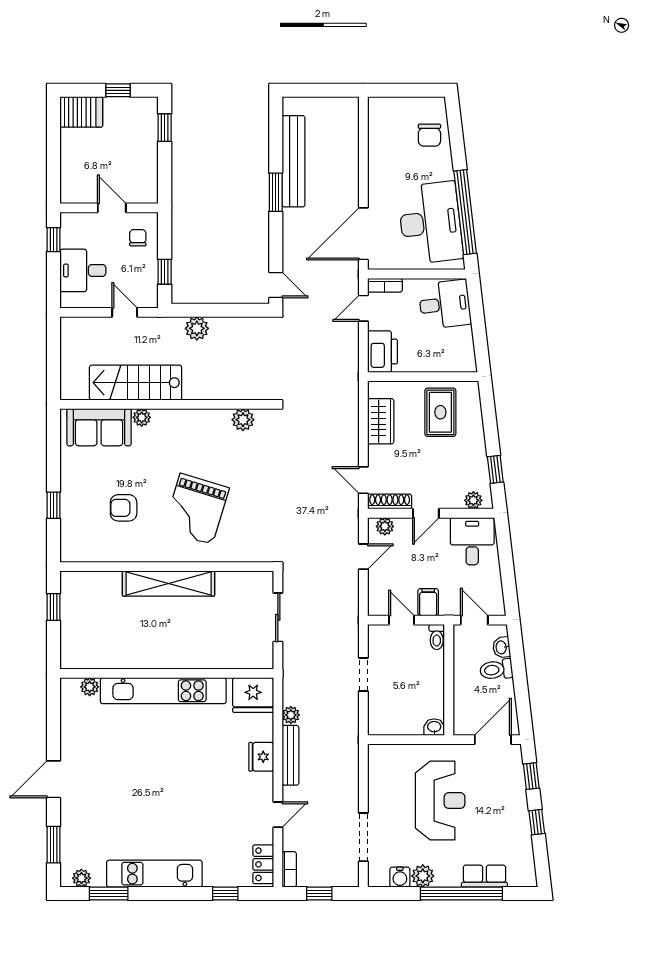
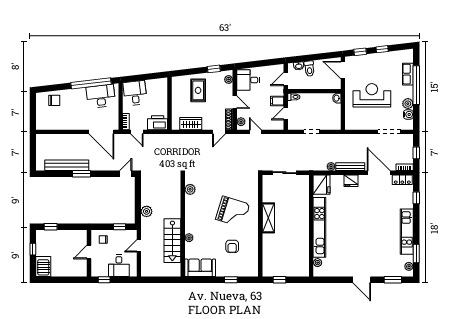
desk: (430, 223) -> (101, 96), width x0.73, depth x0.77
rug: (440, 412) -> (198, 90), moved, turned 90
sofa: (99, 427) -> (200, 268), moved, turned -90
shelving: (169, 584) -> (268, 218), width x0.68
door: (278, 815) -> (379, 173), width x1.88

